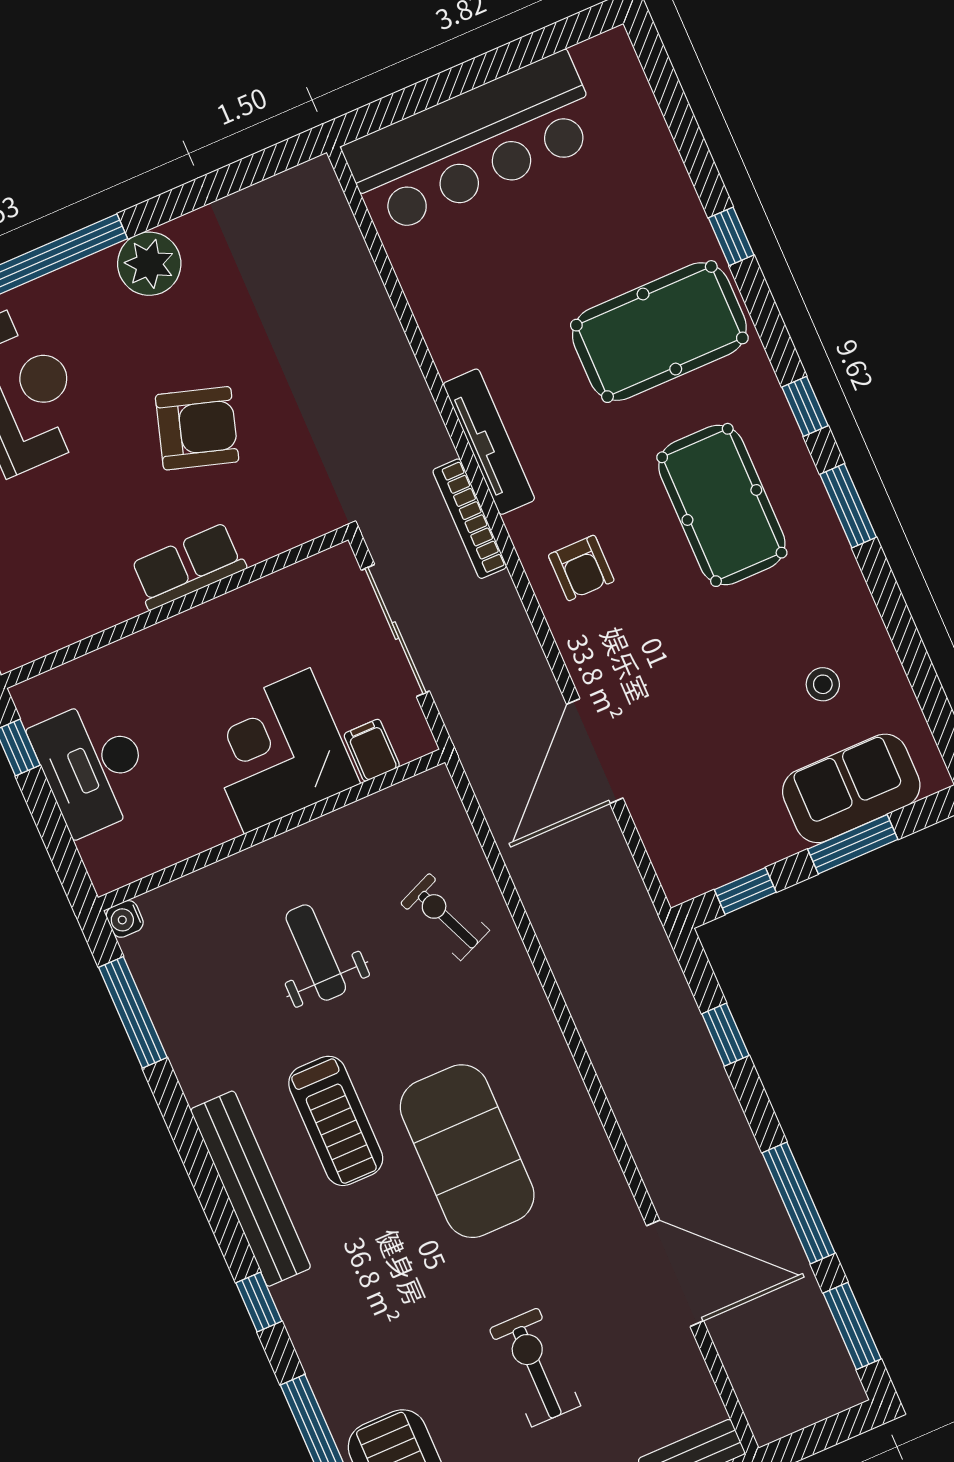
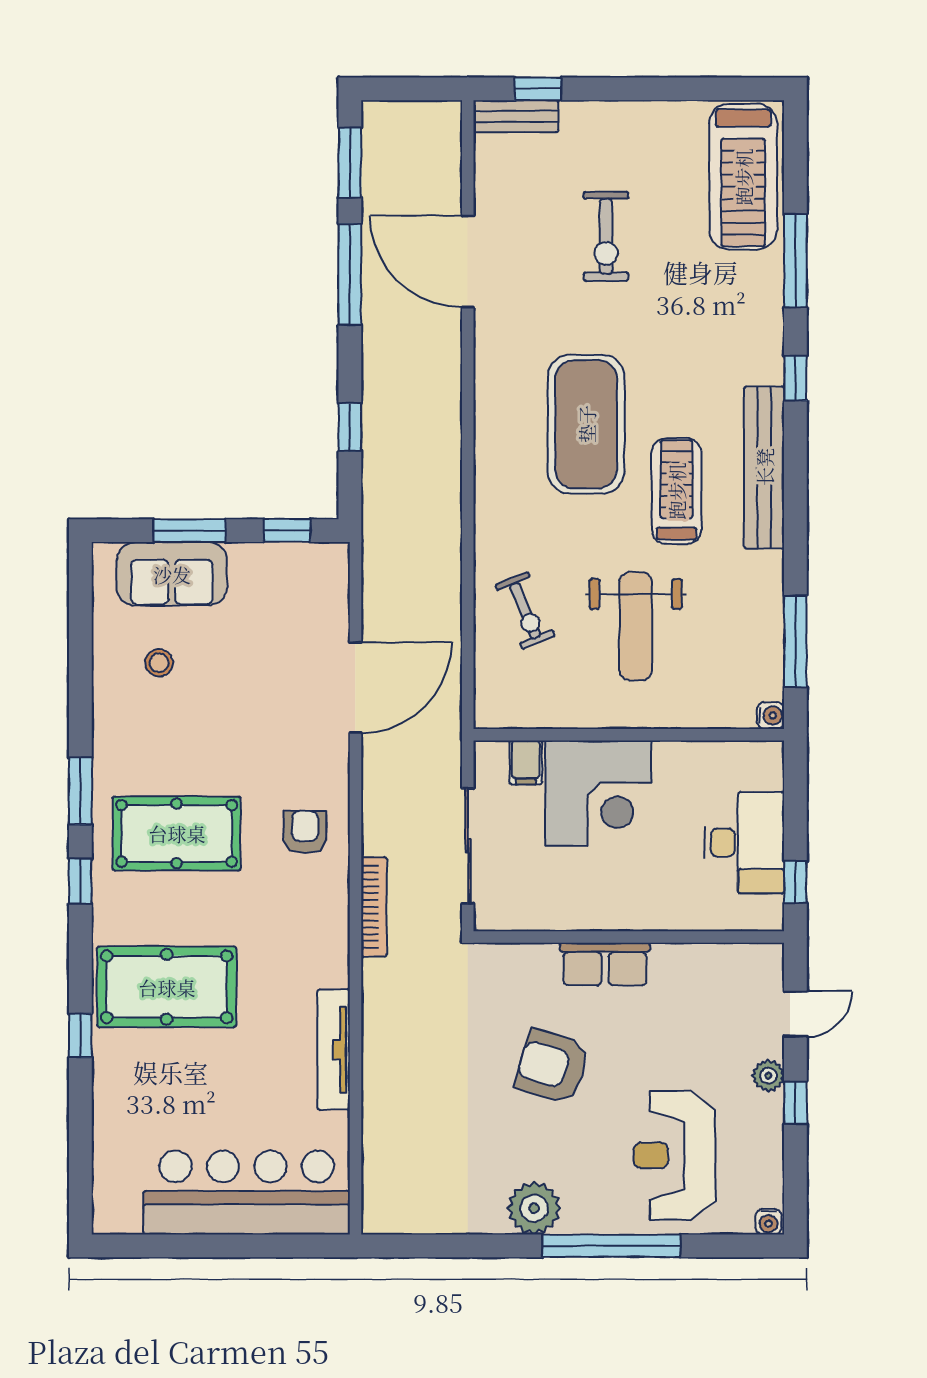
tv unit: (489, 442) -> (334, 1050), moved
pool table: (722, 505) -> (177, 833), turned 90
weight bench: (316, 953) -> (636, 626), width x1.36, depth x1.33

